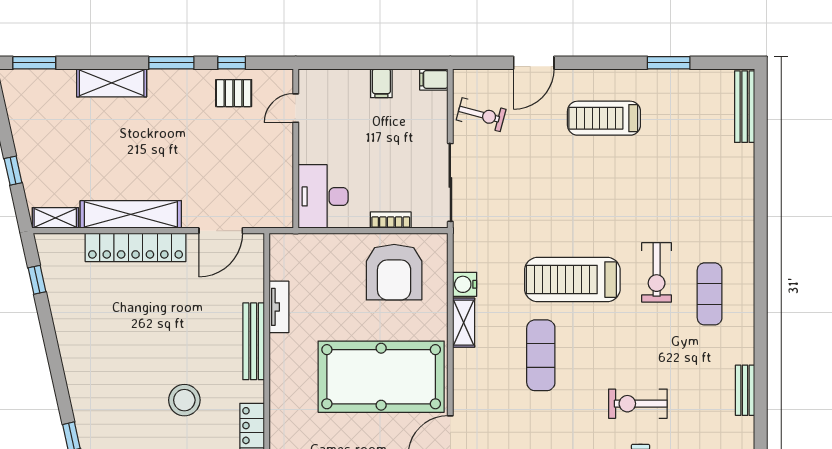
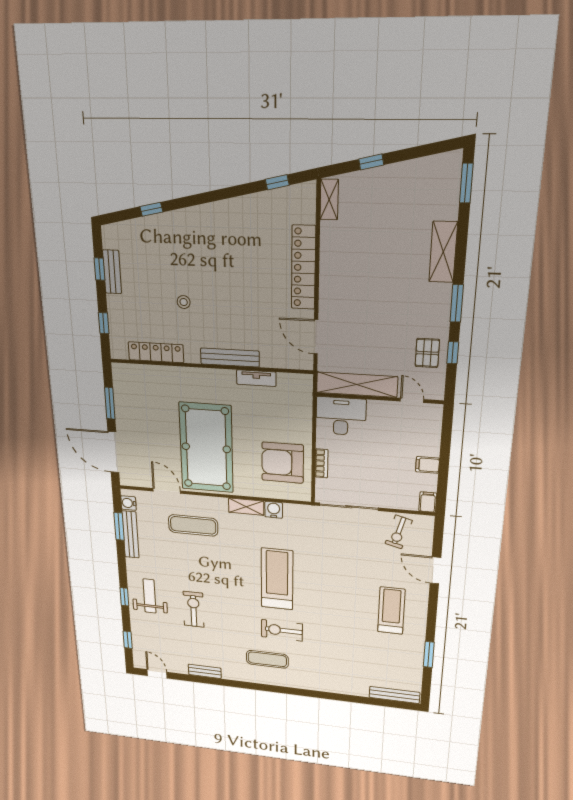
shelving: (131, 214) -> (357, 385), moved, turned 90
exercise mat: (541, 355) -> (193, 525), moved
stool: (184, 400) -> (184, 302), width x0.53, depth x0.53

